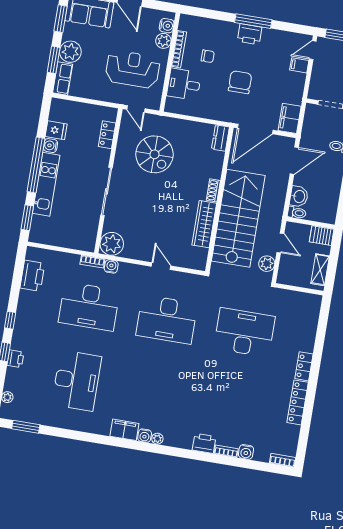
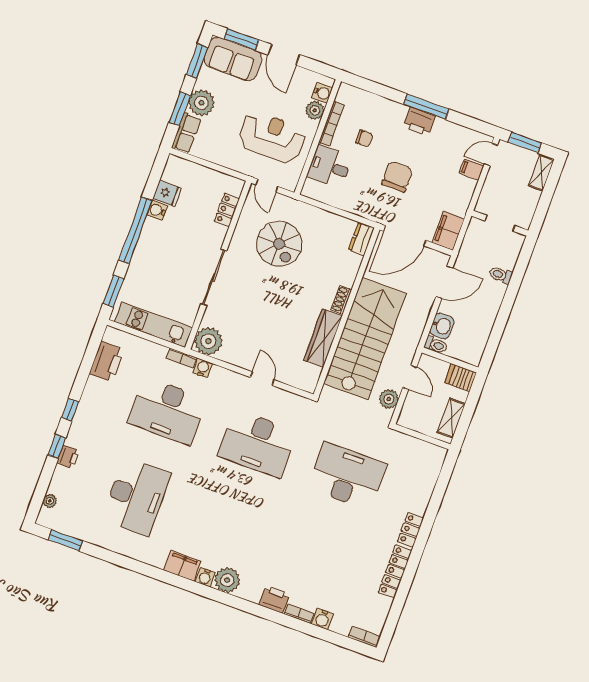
kitchen unit: (46, 184) -> (153, 325), moved, turned -90
plant: (157, 439) -> (227, 580), width x1.88, depth x1.88

